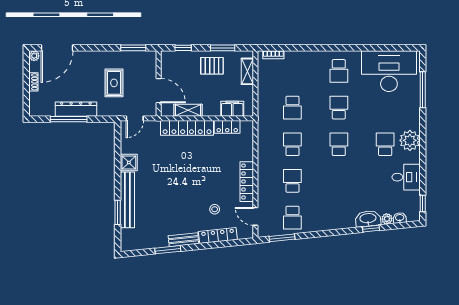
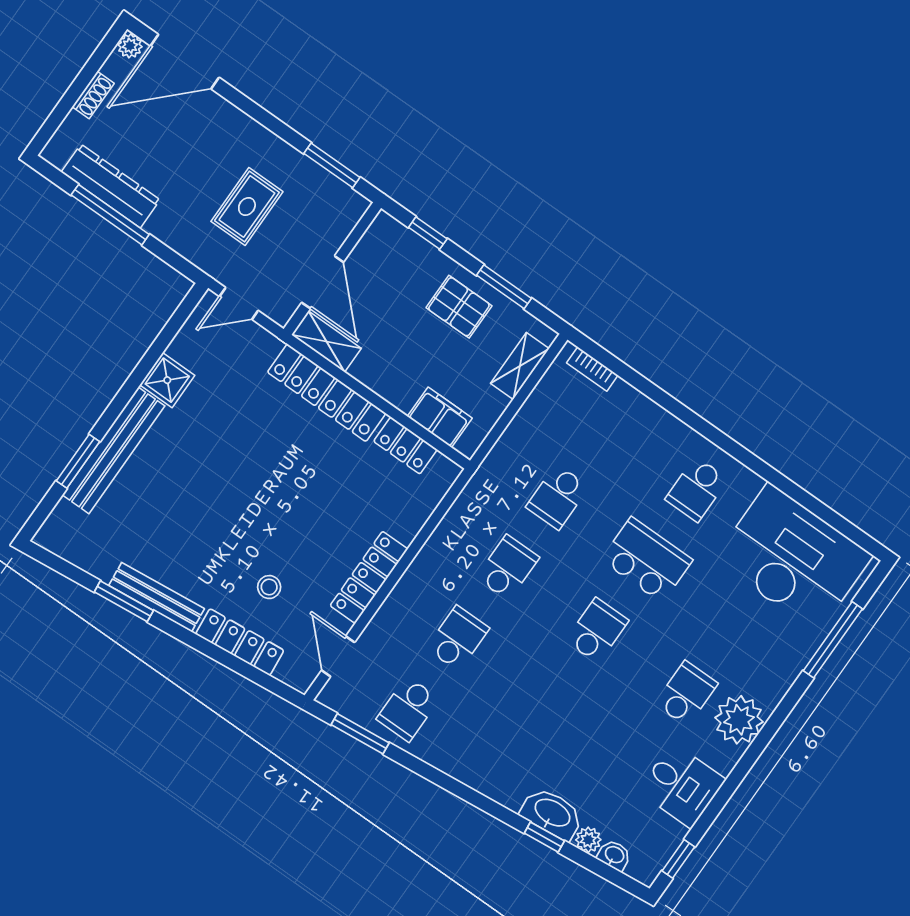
school desk: (339, 108) -> (647, 560), width x1.85
dresser: (76, 109) -> (111, 186), moved
shelving: (188, 110) -> (326, 342), moved
bench: (183, 240) -> (157, 597), width x1.36

